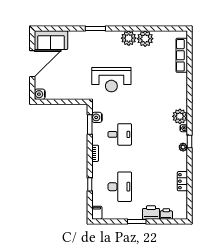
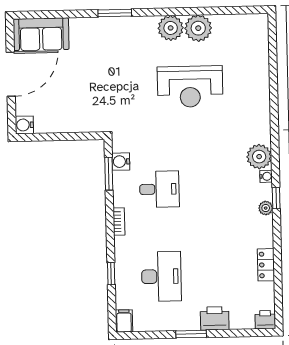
row of seats: (182, 55) -> (260, 55), removed
reception desk: (111, 80) -> (190, 87), moved
printer: (166, 214) -> (265, 320), moved

